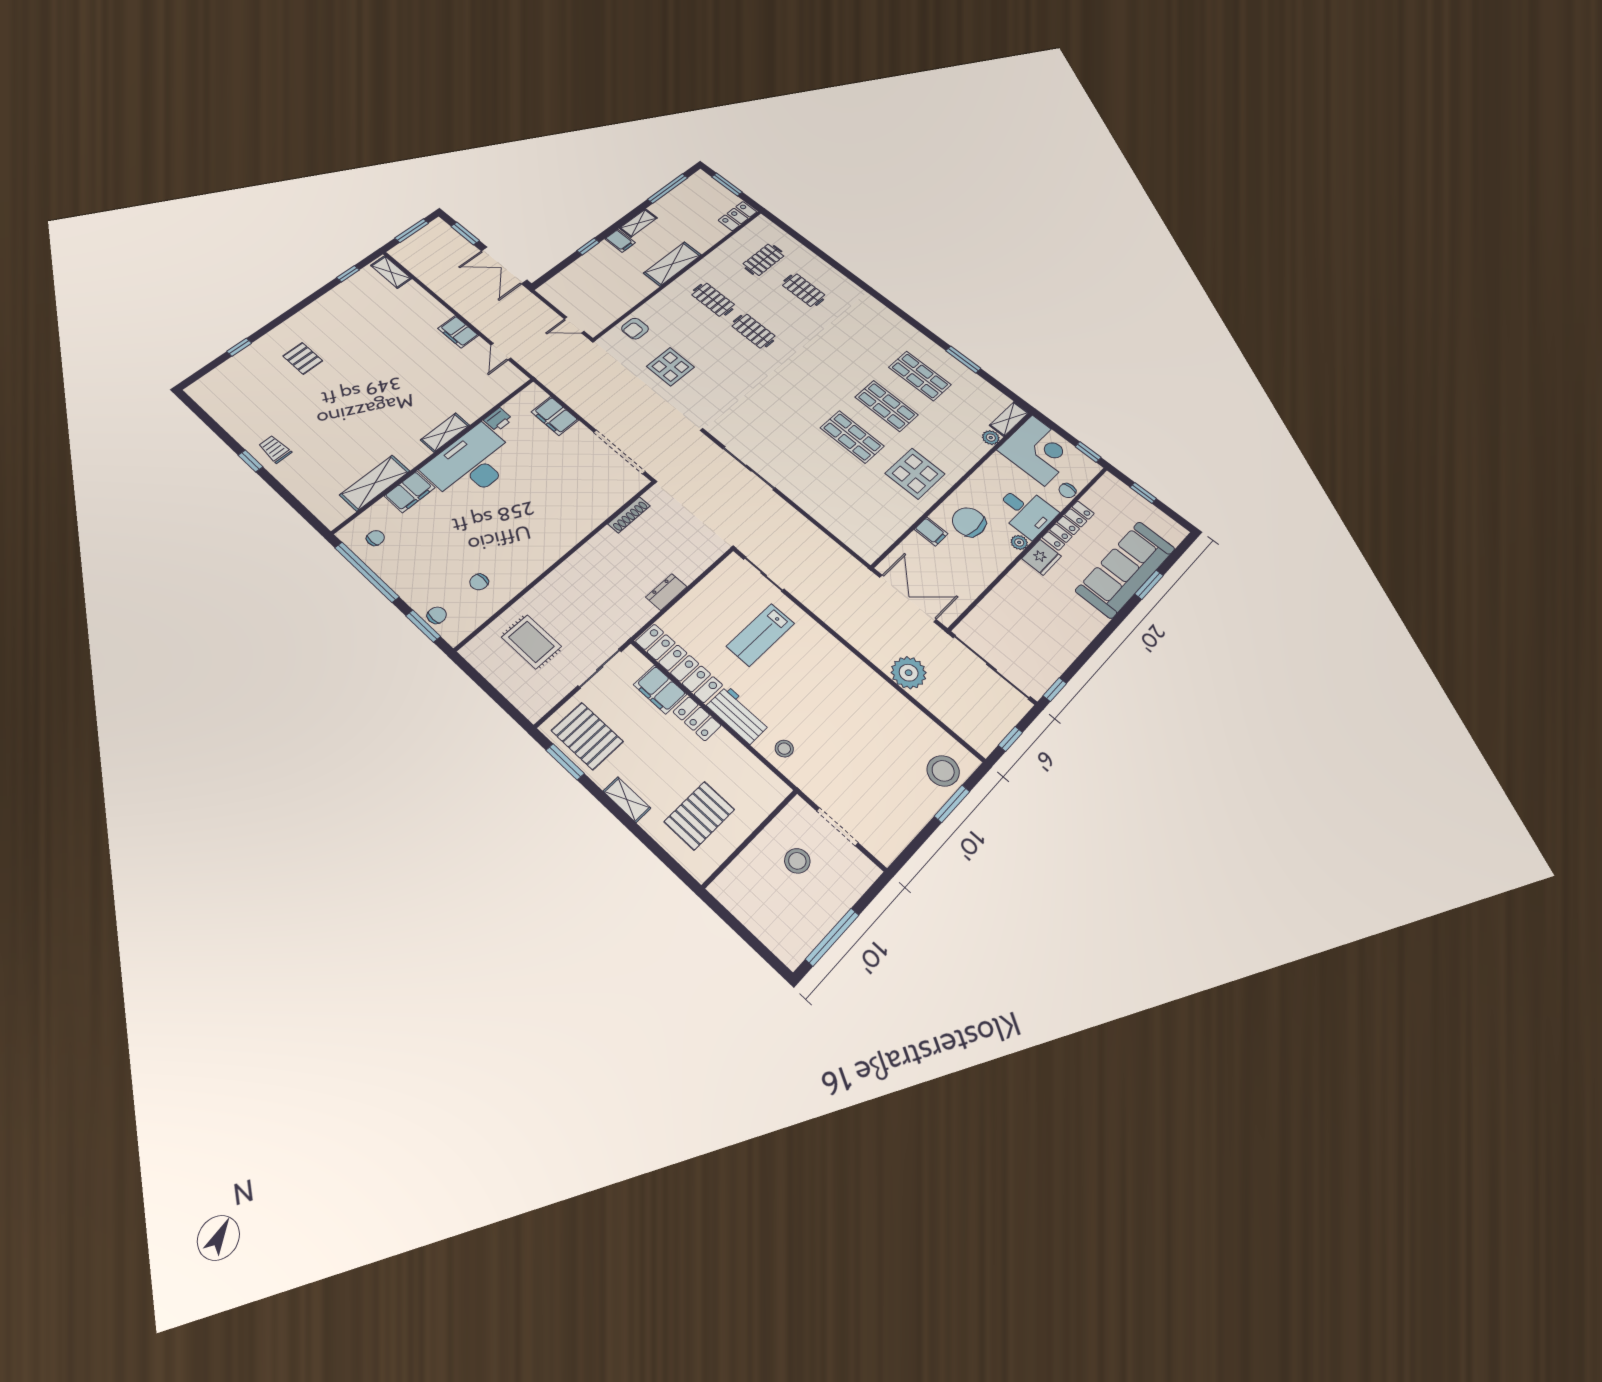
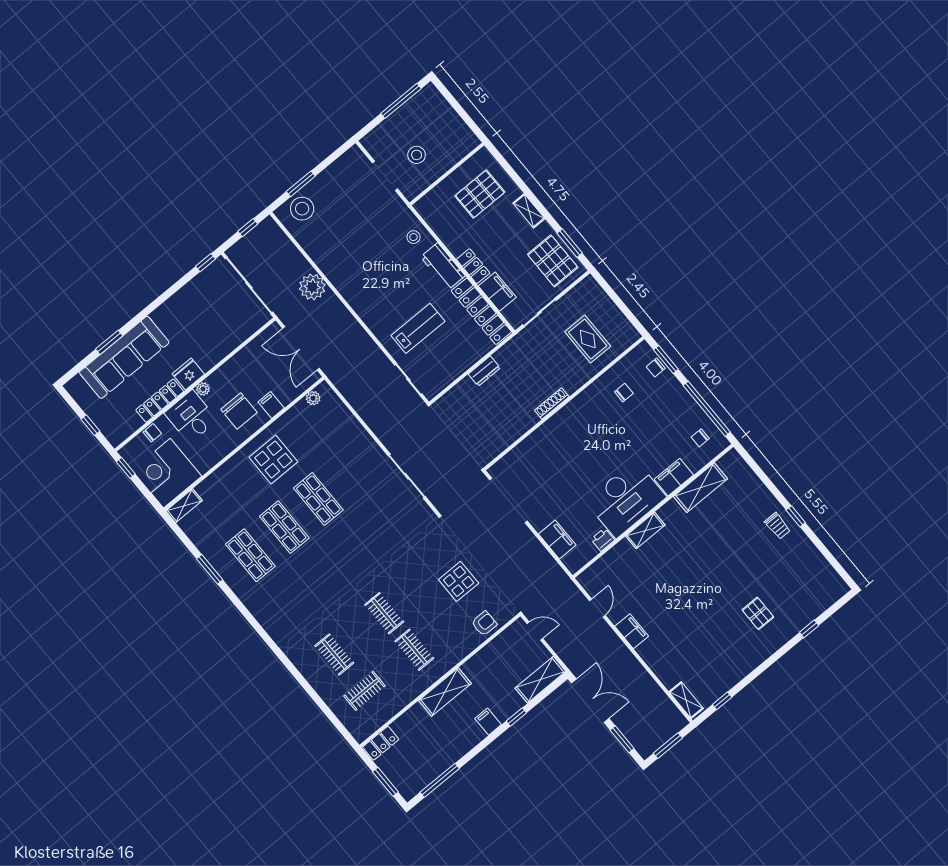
shelving: (638, 223) -> (540, 680), moved, width x1.50, depth x1.33
plant: (991, 438) -> (313, 398), moved
shoe rack: (629, 515) -> (552, 404), moved

